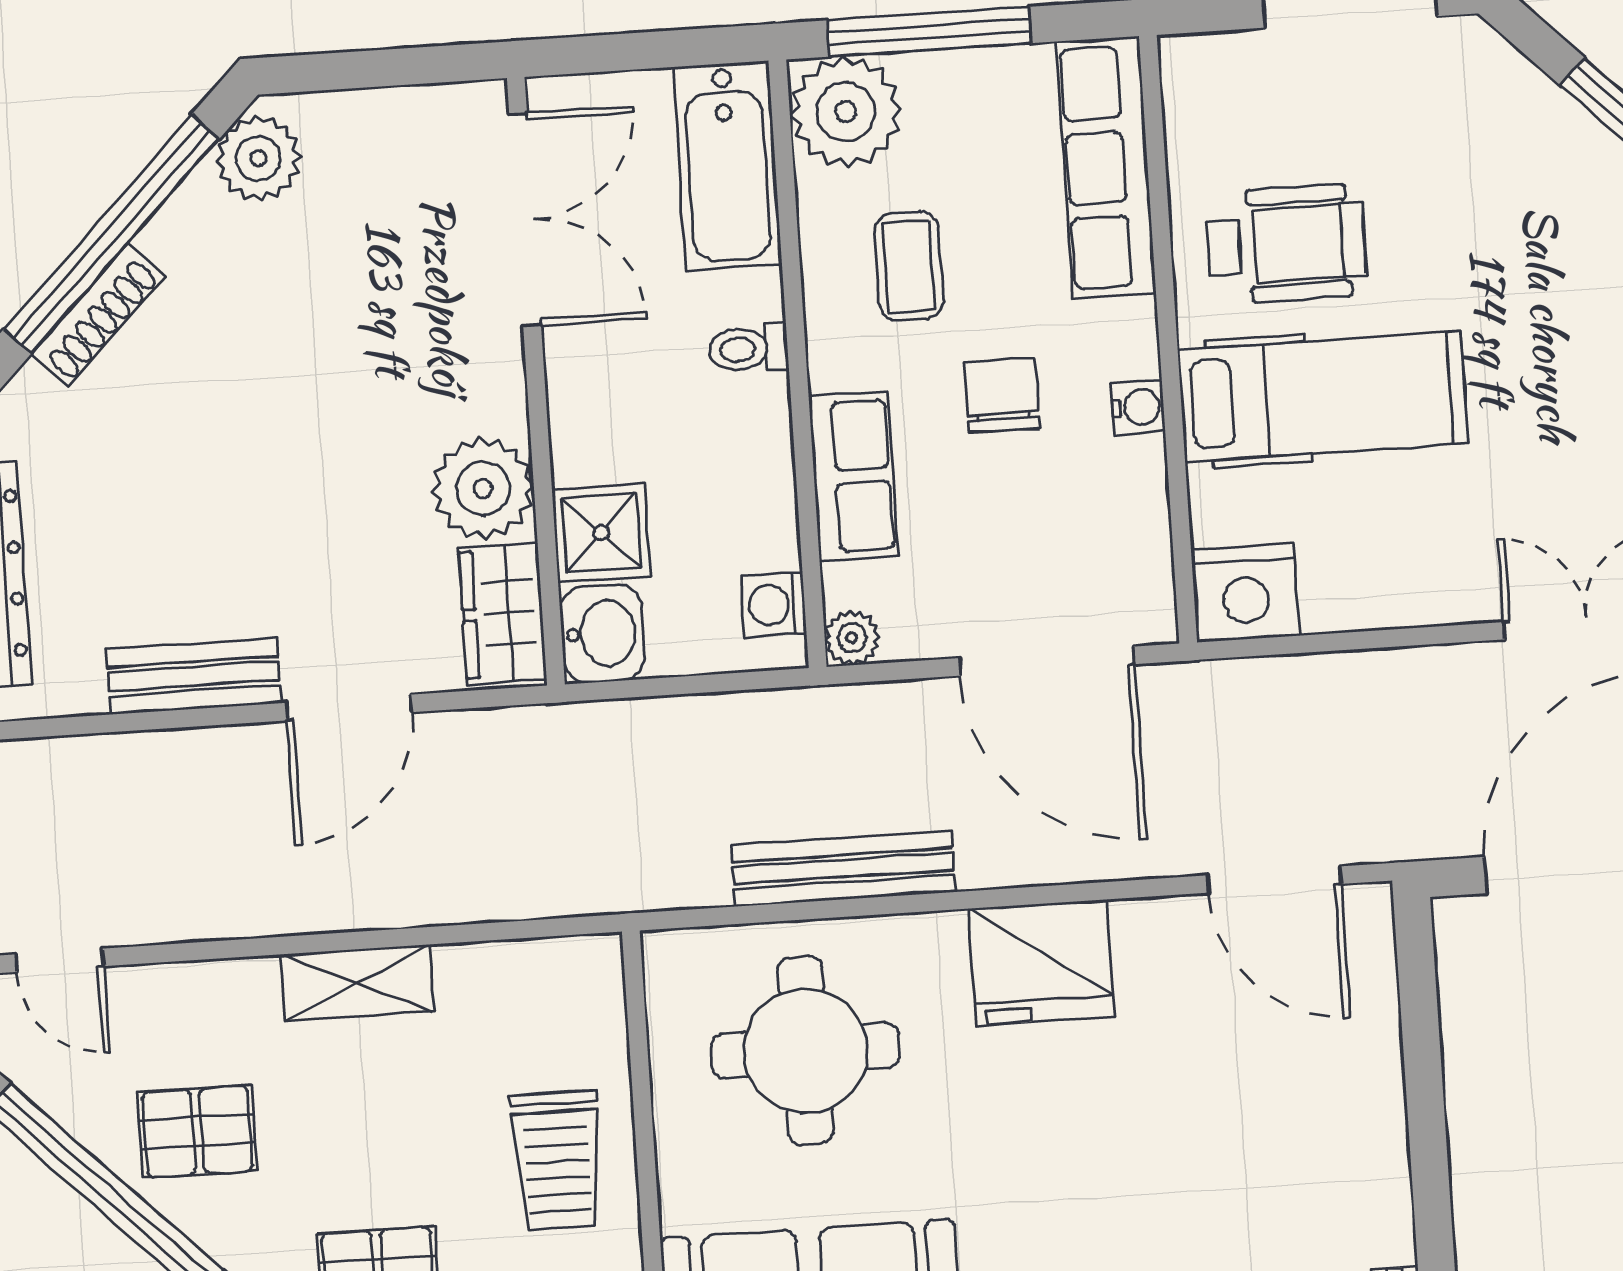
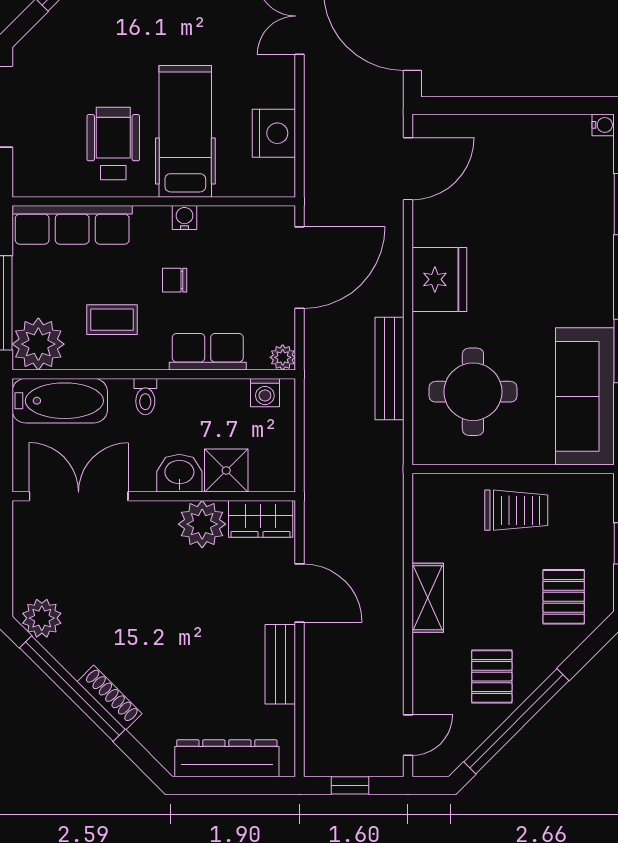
chair: (1002, 395) -> (175, 280), width x0.73, depth x0.73
nightstand: (1245, 593) -> (274, 133), moved
washbasin: (602, 634) -> (179, 473), moved

